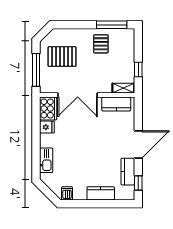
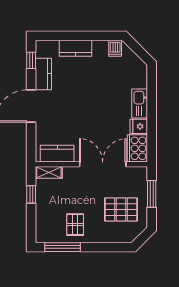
window: (36, 70) -> (152, 194), width x0.69
kitchen sink: (46, 160) -> (140, 103), moved

